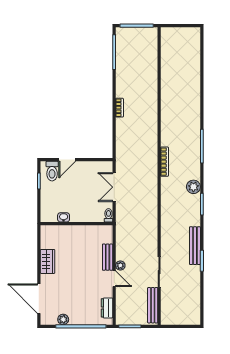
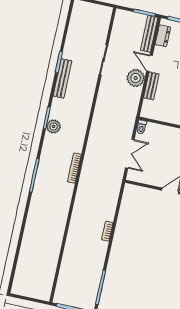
plant: (193, 187) -> (54, 126), moved
plant: (120, 266) -> (136, 78), width x1.87, depth x1.87
bench: (153, 305) -> (149, 34), moved

